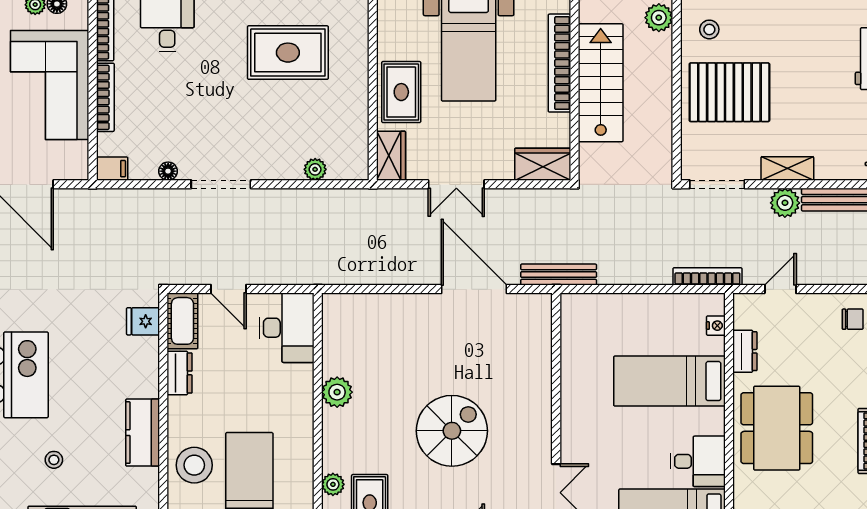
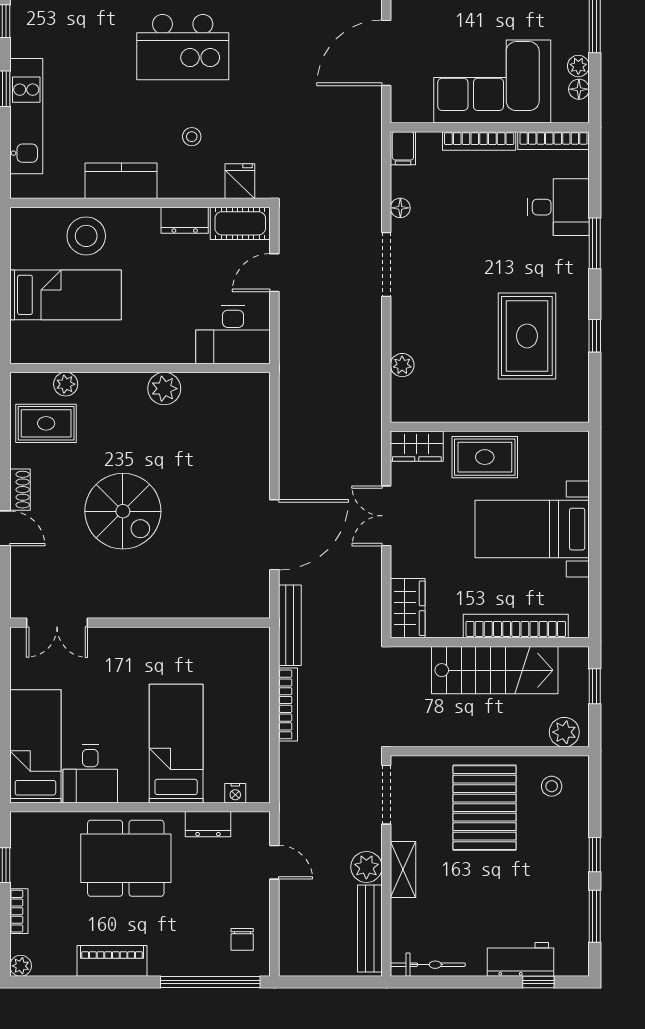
bookcase: (707, 276) -> (288, 704), moved
stool: (54, 460) -> (192, 137), moved

